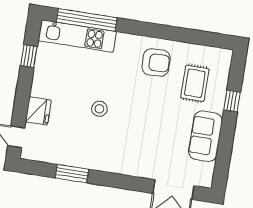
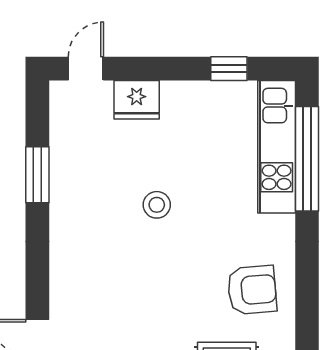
armchair: (156, 63) -> (252, 290), turned -93

